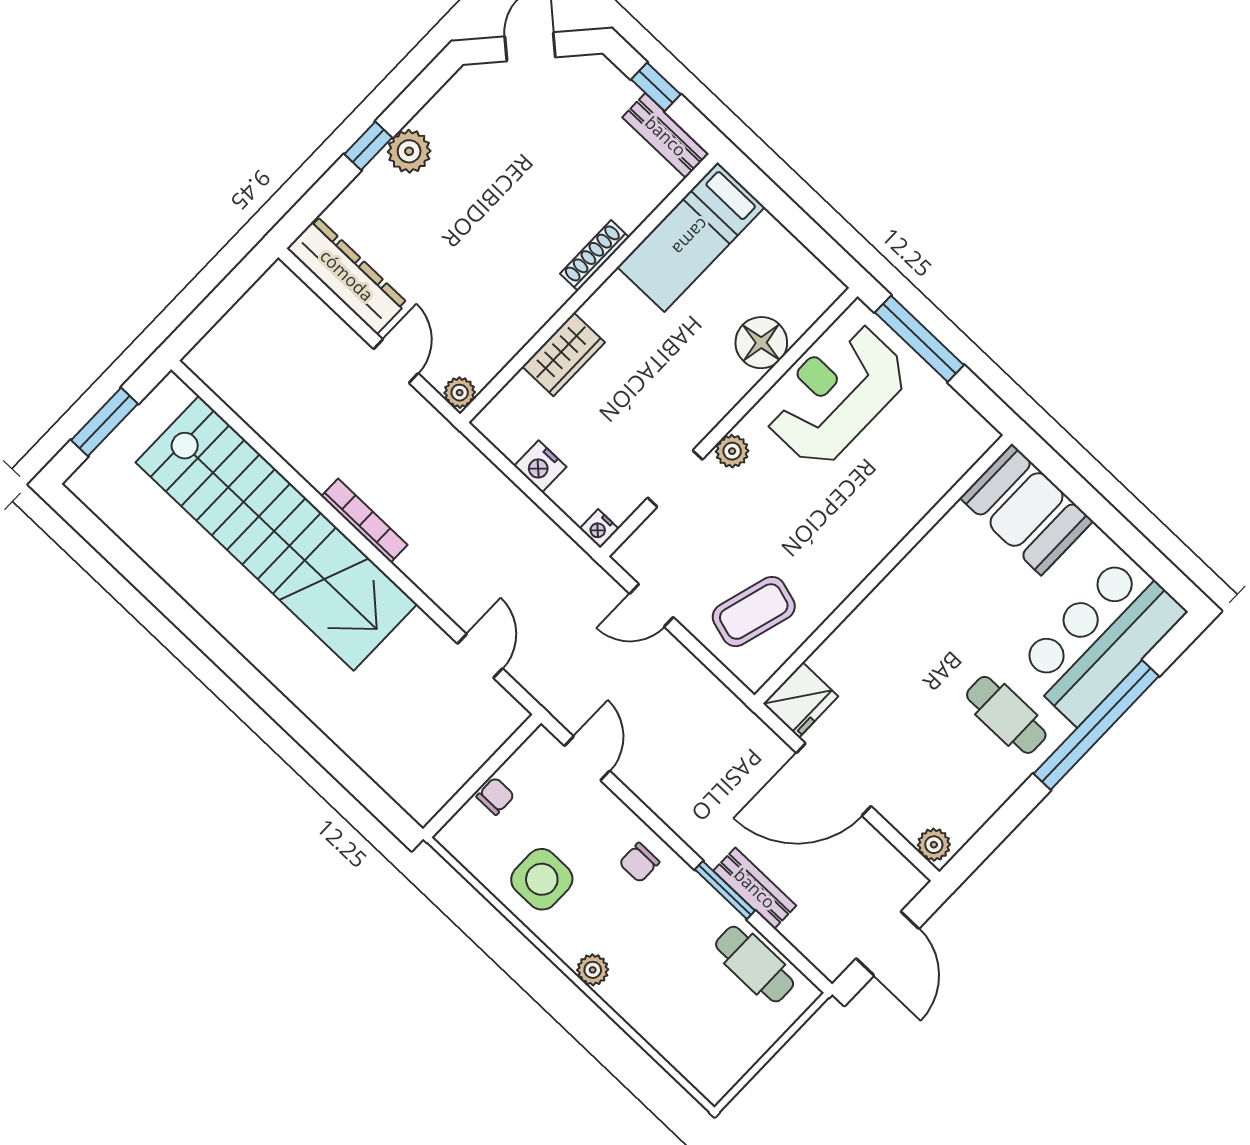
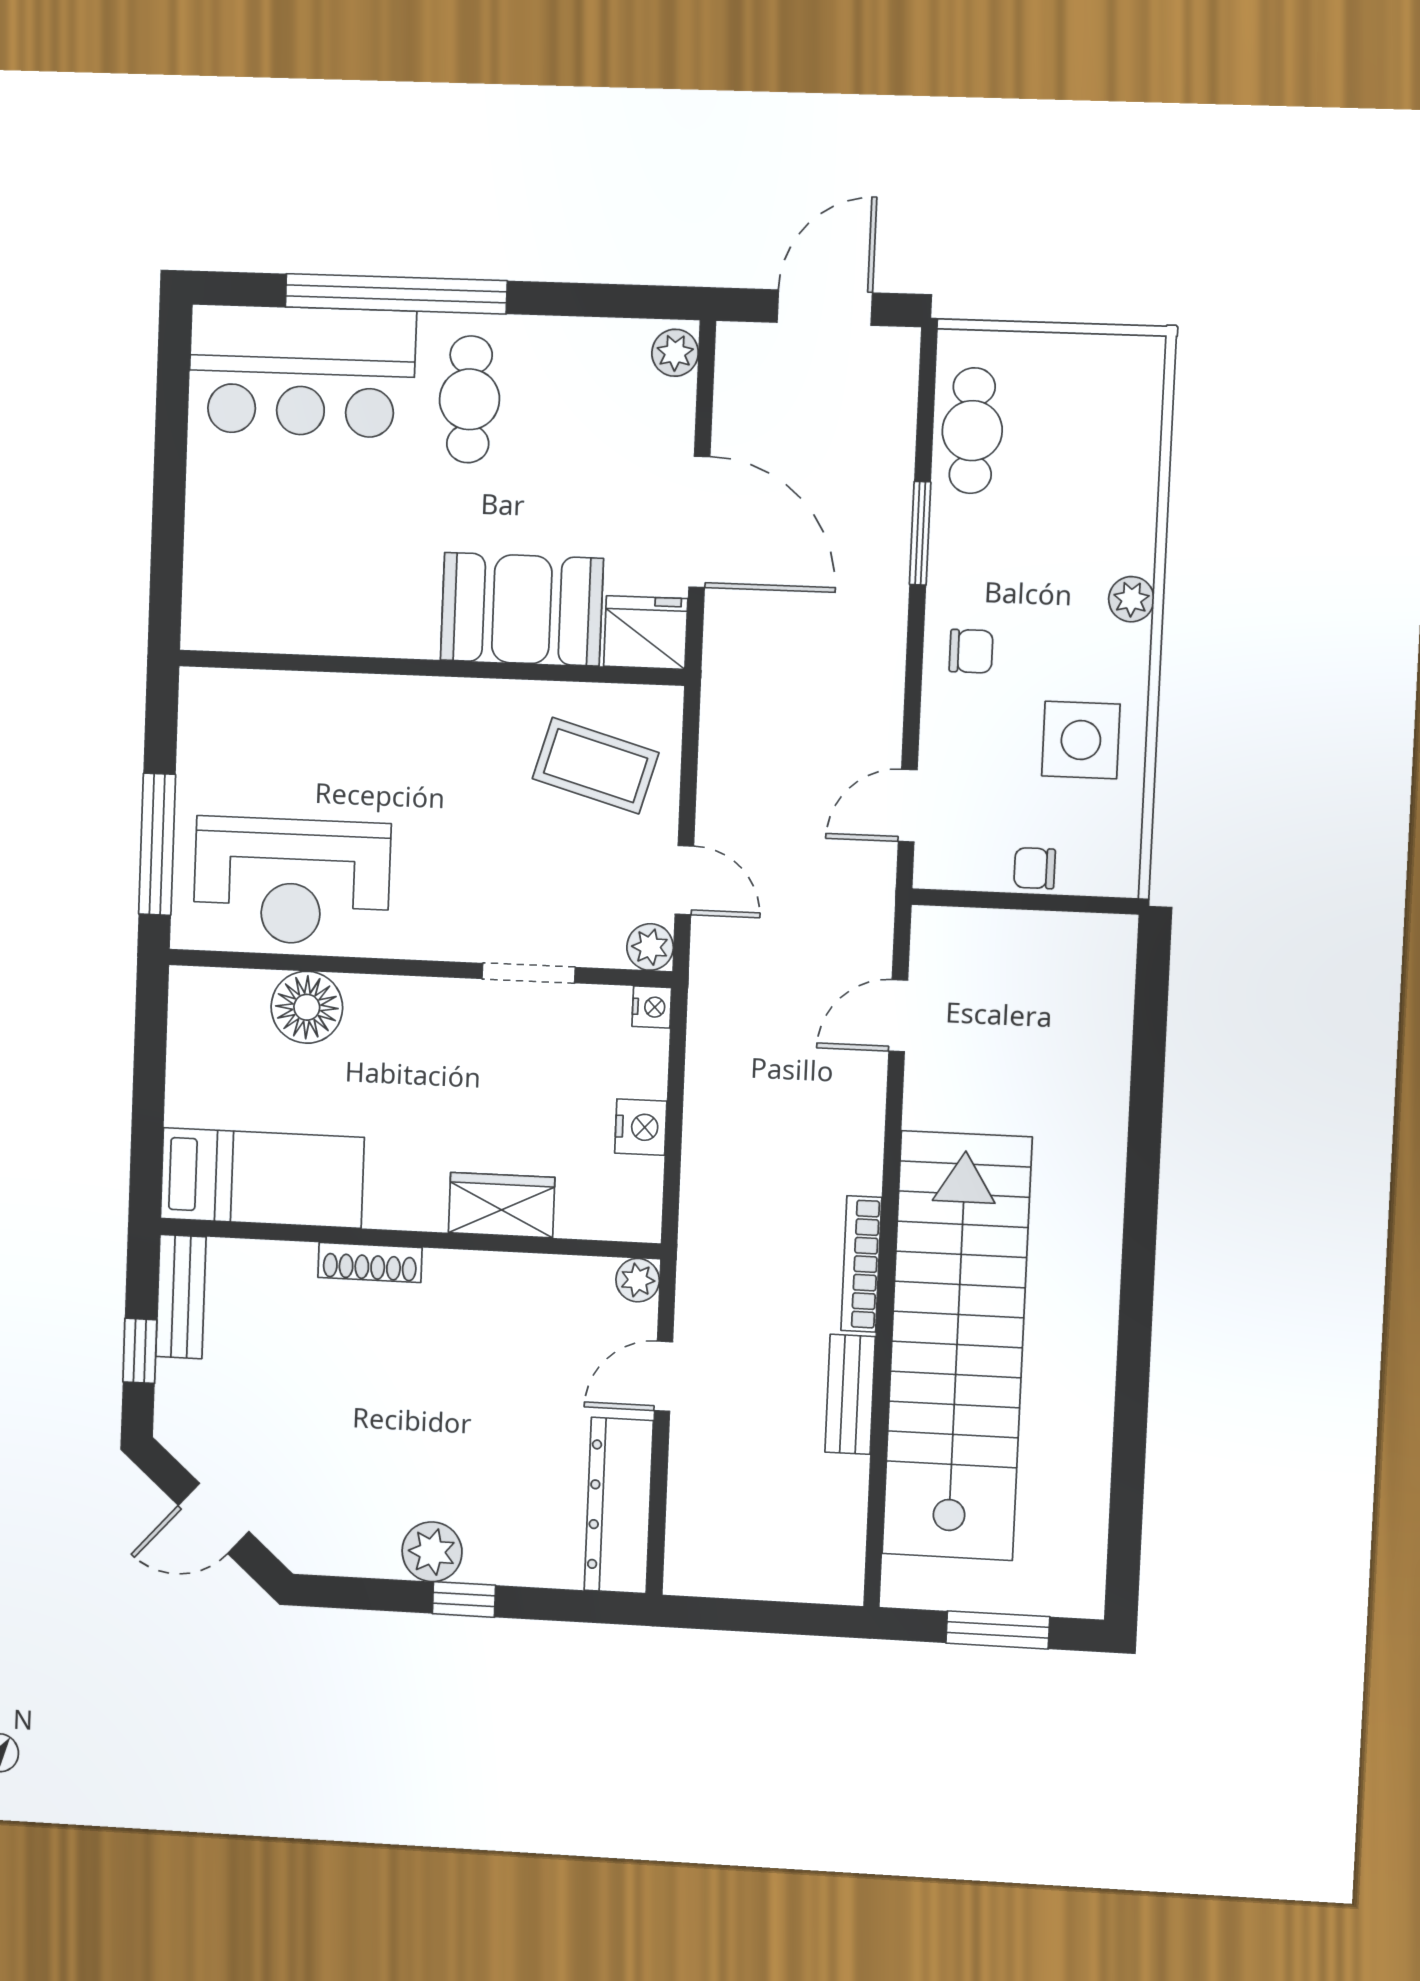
plant: (732, 451) -> (650, 947), moved
booth: (1026, 510) -> (522, 609), moved, turned 90
bench: (755, 888) -> (850, 1394), moved

